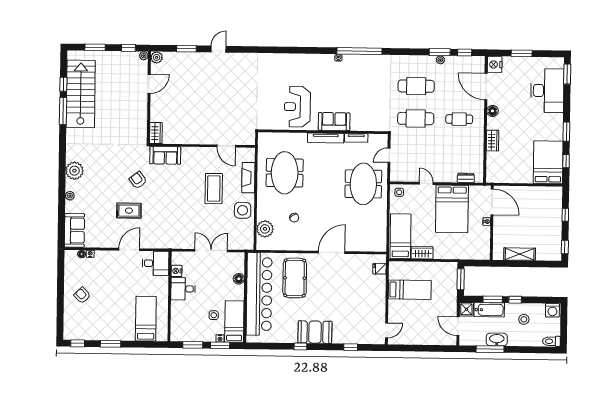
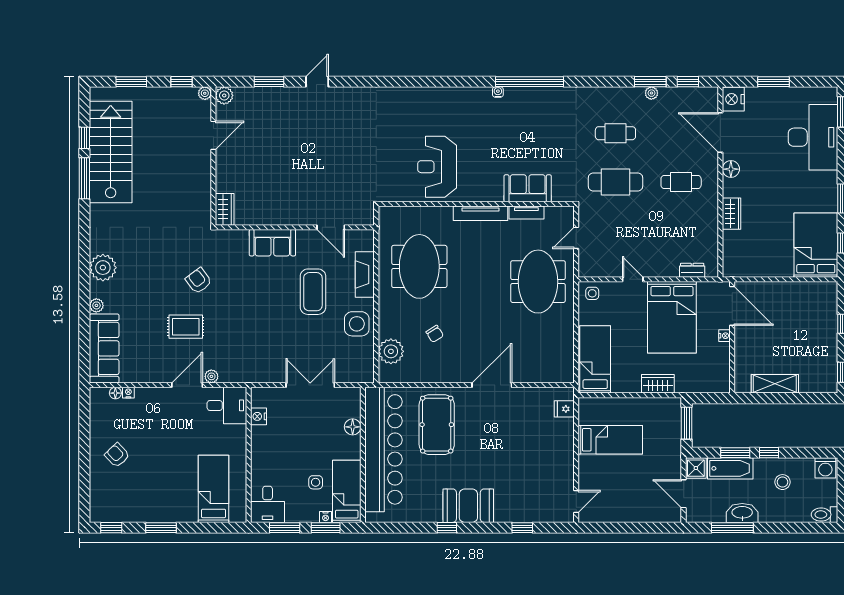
cafe table: (416, 86) -> (615, 133), width x0.73, depth x0.74
sofa: (334, 122) -> (528, 188), moved
sofa: (165, 155) -> (272, 243), moved
sofa: (74, 230) -> (104, 348), width x1.36
plant: (146, 244) -> (211, 376), added
wardrobe: (422, 253) -> (658, 384), moved
desk: (183, 289) -> (268, 504), moved, turned -90

